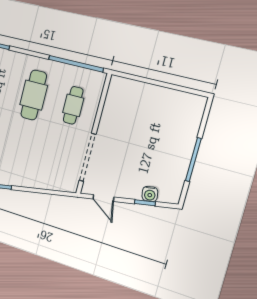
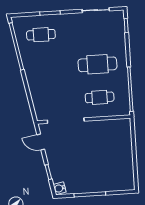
water cooler: (150, 194) -> (60, 188), moved
door: (103, 198) -> (41, 142), hinge flipped

